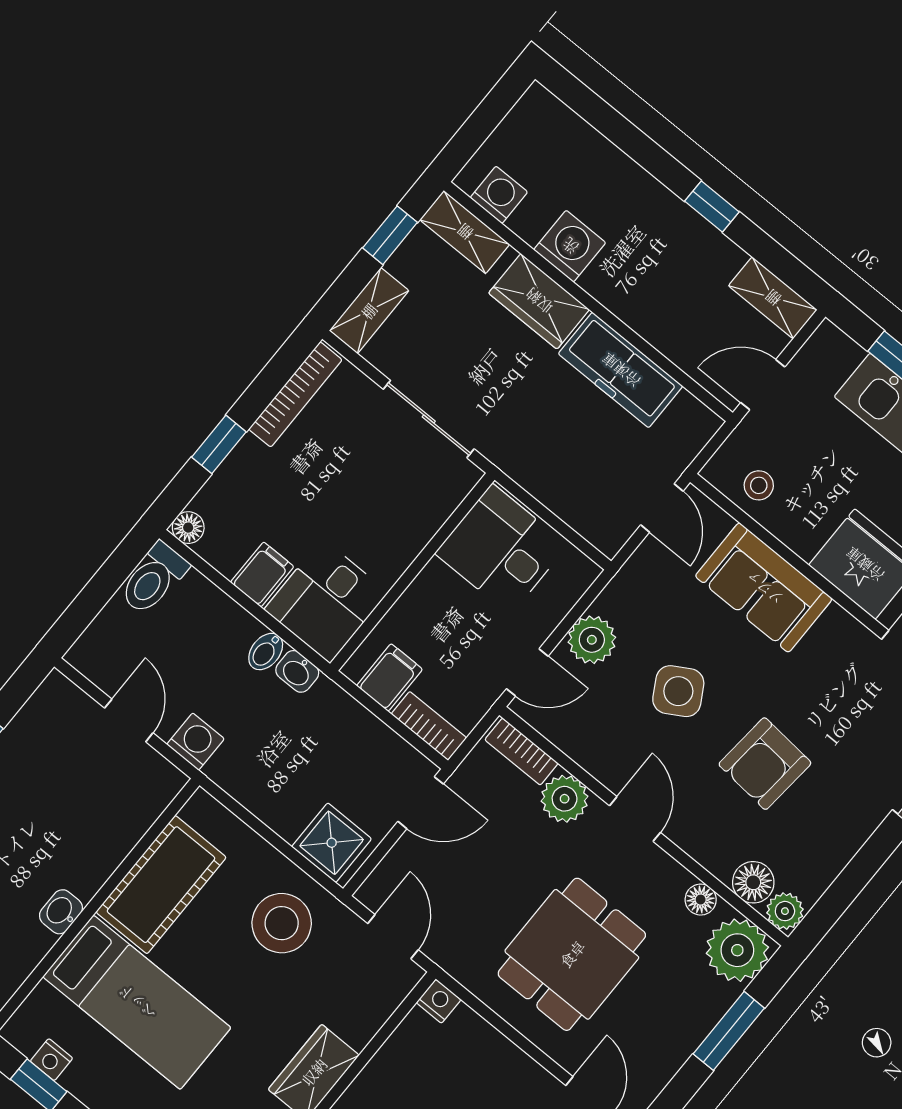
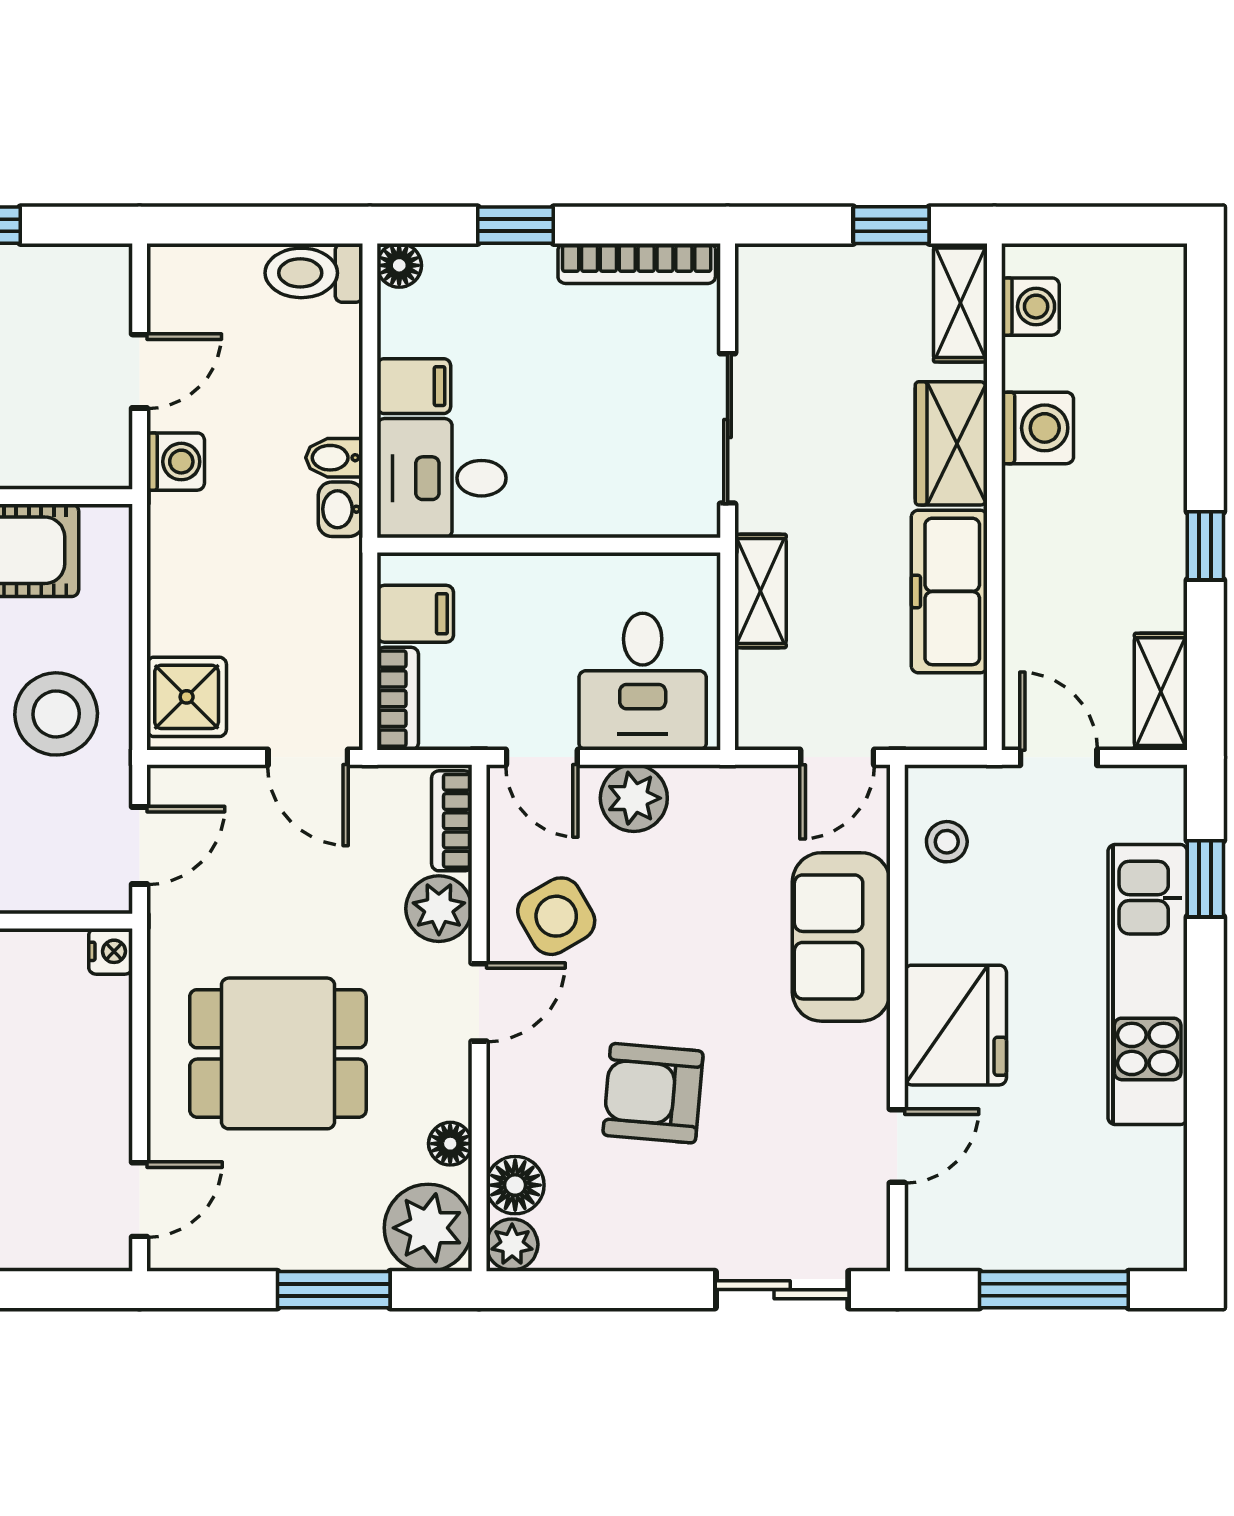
shelving: (369, 311) -> (760, 591), moved, turned 90
desk: (501, 549) -> (643, 682), moved, turned 180
side table: (678, 691) -> (556, 916), moved

